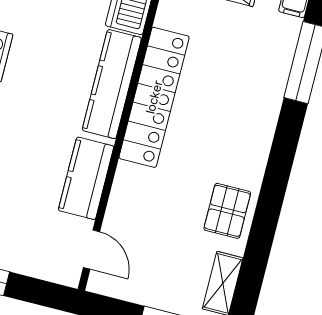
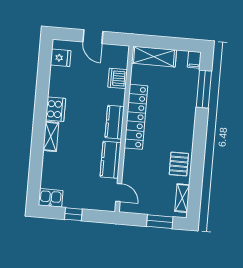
kitchen counter: (112, 84) -> (115, 122), width x0.67

